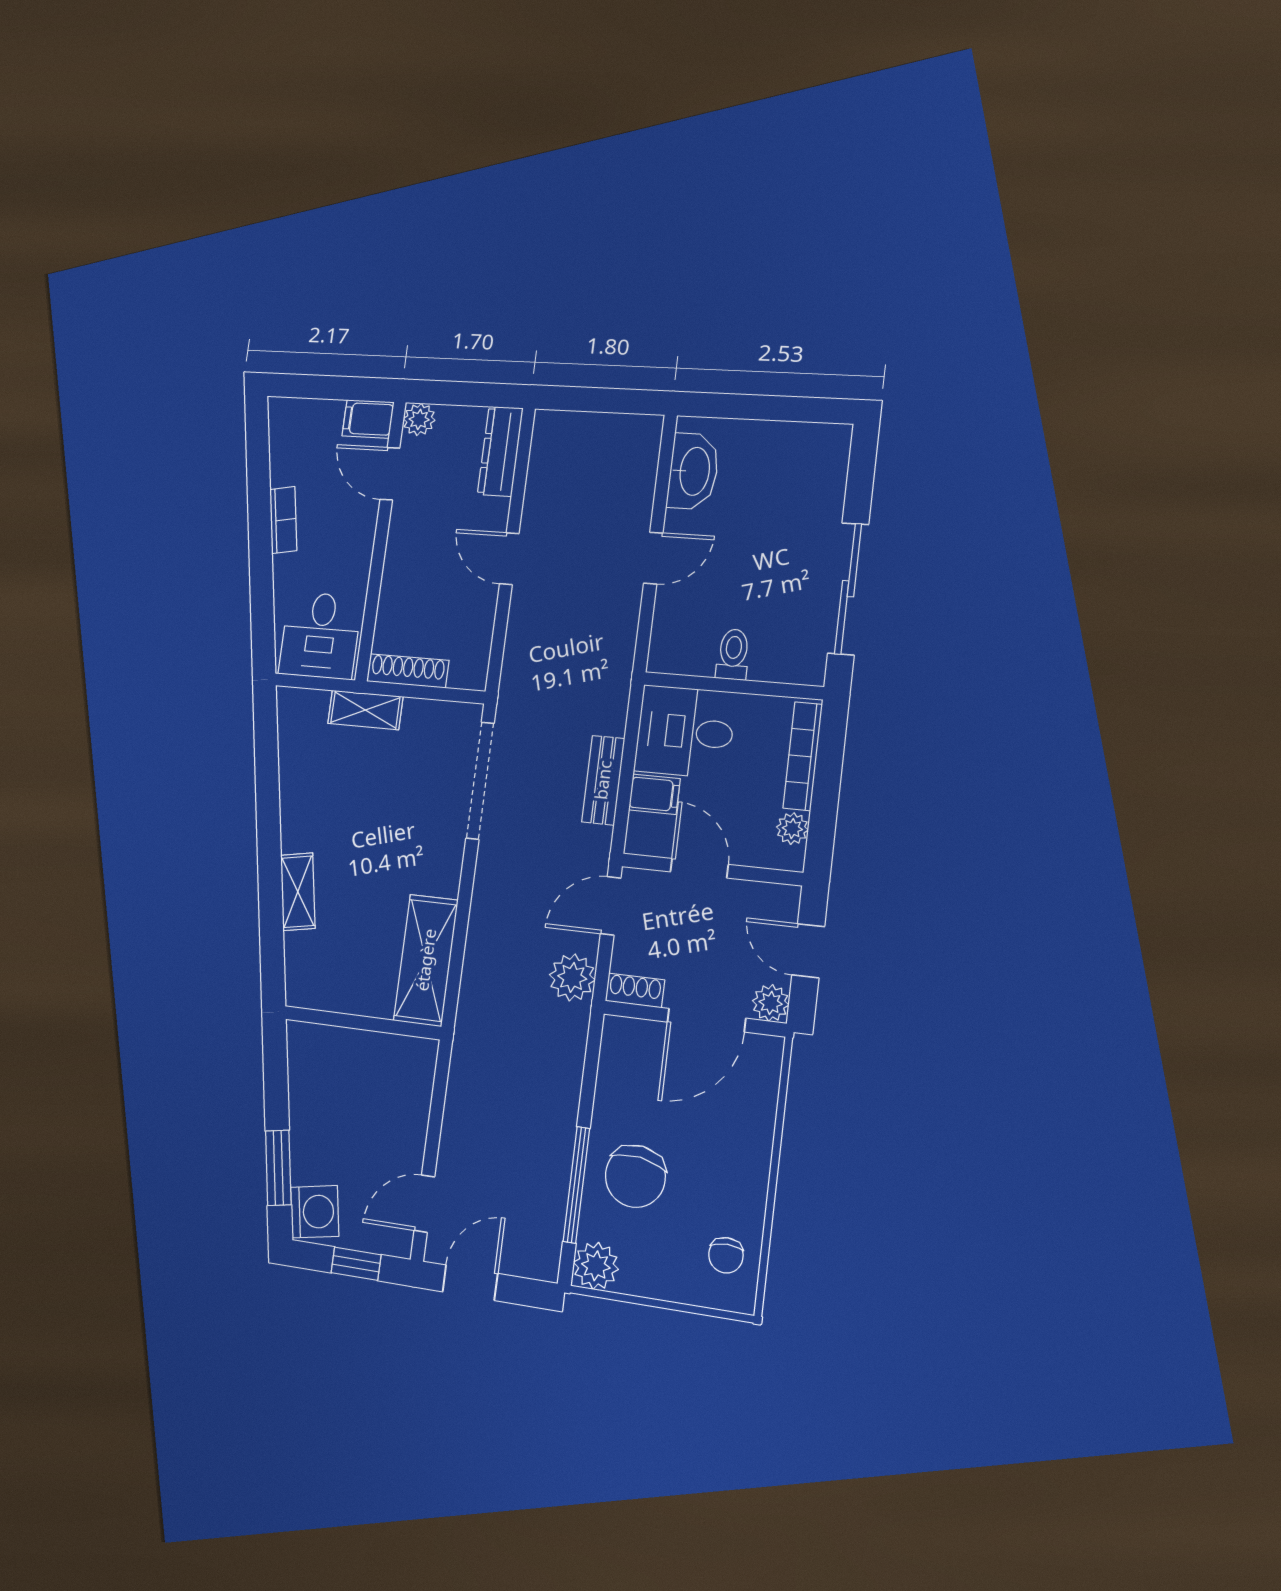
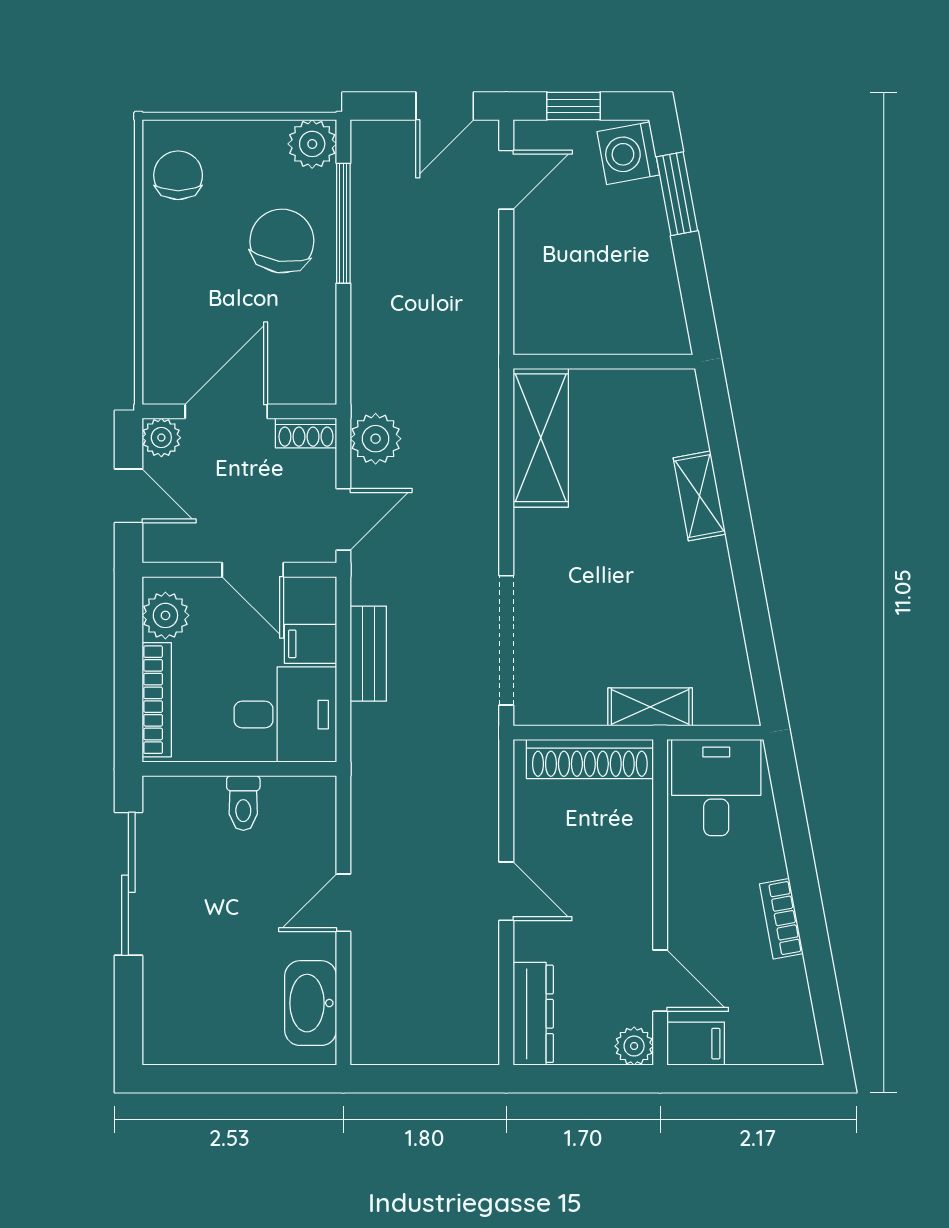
shoe rack: (408, 671) -> (590, 759), width x1.36, depth x1.24
plant: (792, 829) -> (165, 615), width x1.38, depth x1.38
chair: (726, 1255) -> (178, 175), width x1.37, depth x1.37

